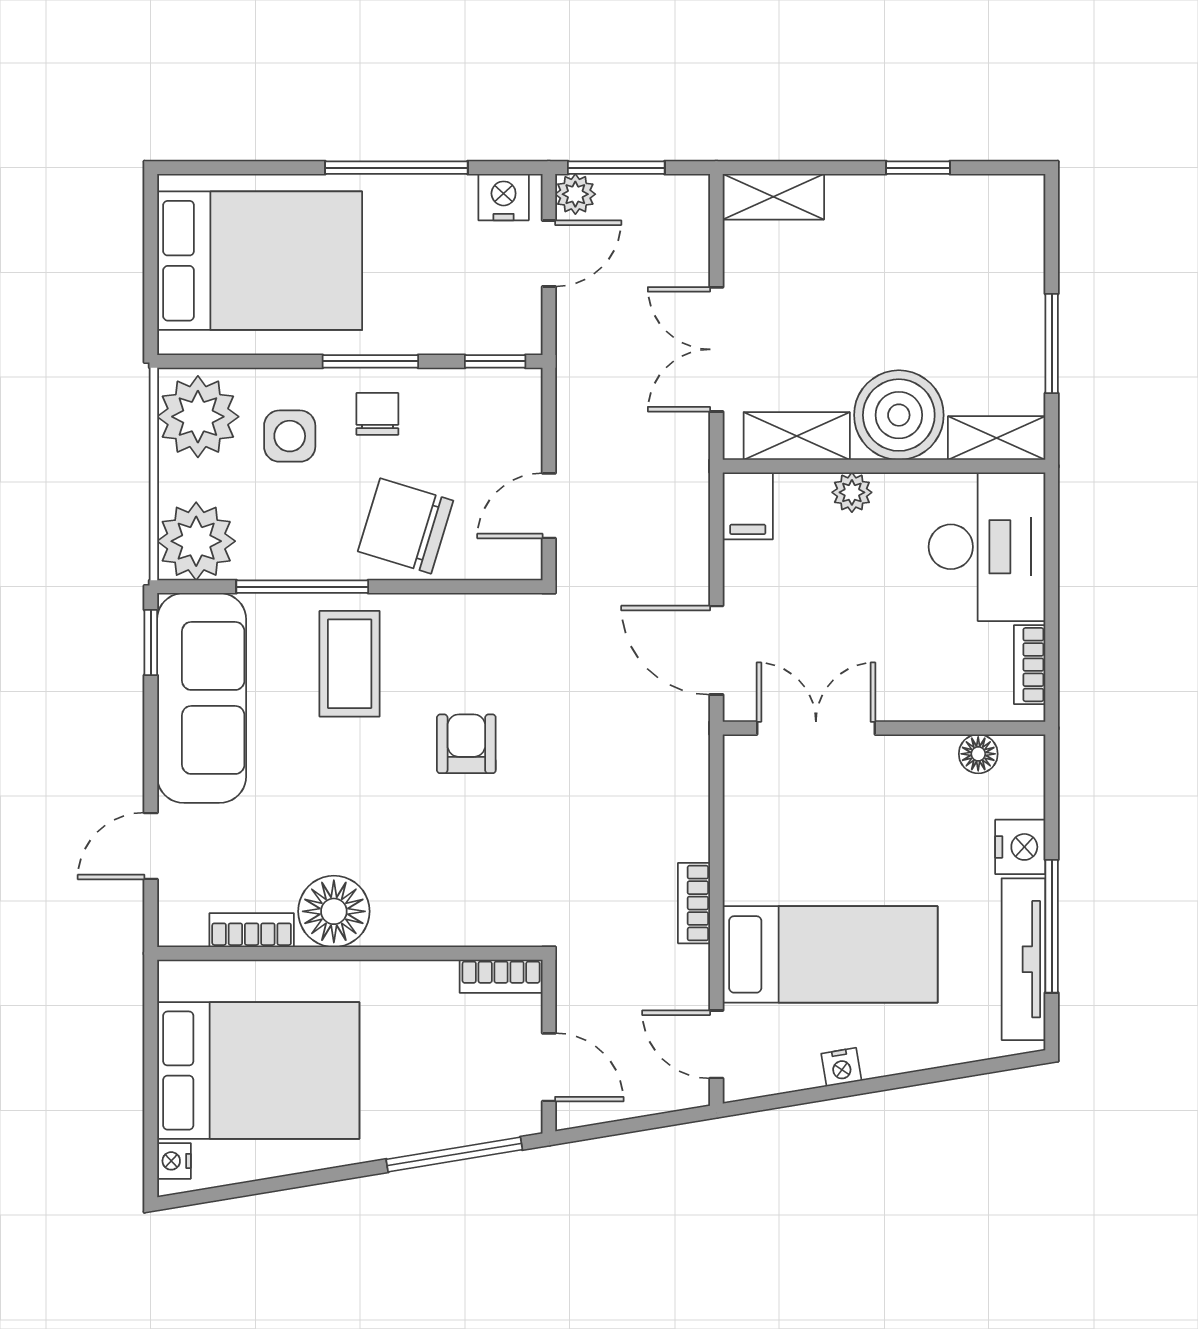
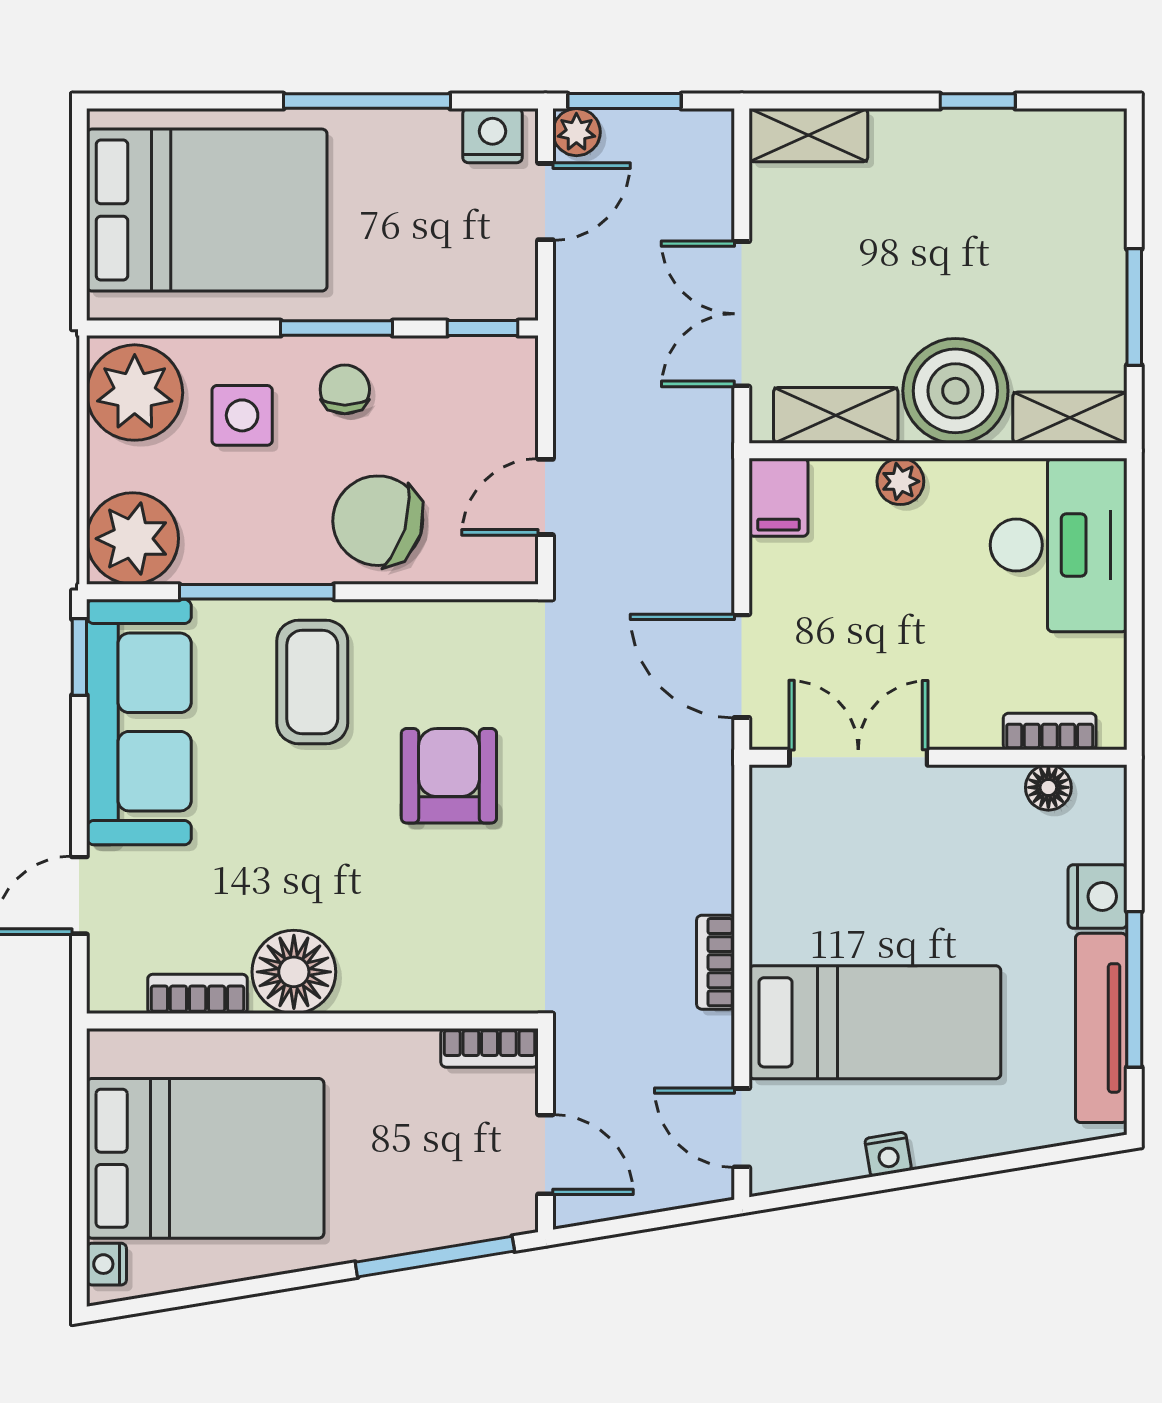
bookcase: (1030, 665) -> (1050, 732), moved, turned 90
armchair: (466, 744) -> (449, 776), width x1.38, depth x1.38

